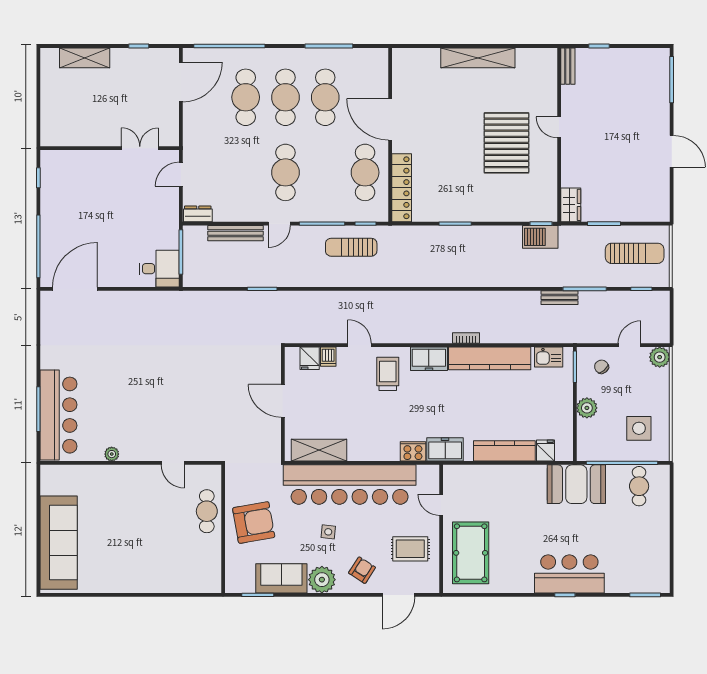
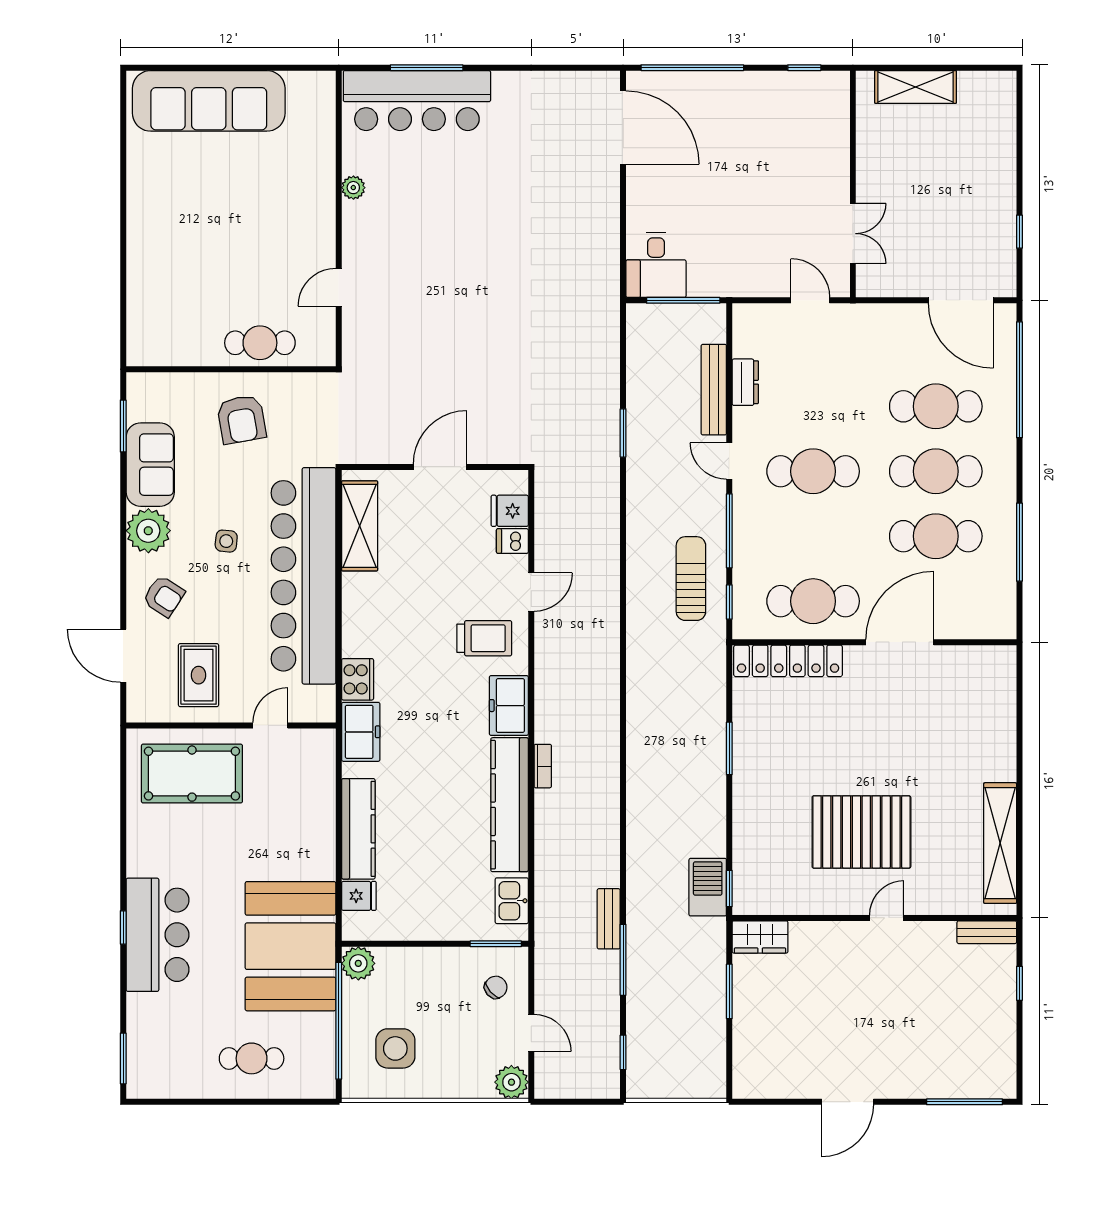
shelving: (85, 58) -> (916, 87), moved, turned 90
shelving: (478, 58) -> (1000, 843), moved
dresser: (198, 214) -> (745, 382), moved
sun lounger: (635, 253) -> (681, 1041), removed
plant: (587, 408) -> (358, 963), moved
booth: (576, 484) -> (291, 946), width x1.36, depth x1.42
cafe table: (639, 486) -> (252, 1058), moved
armchair: (254, 523) -> (241, 419), width x0.73, depth x0.73

